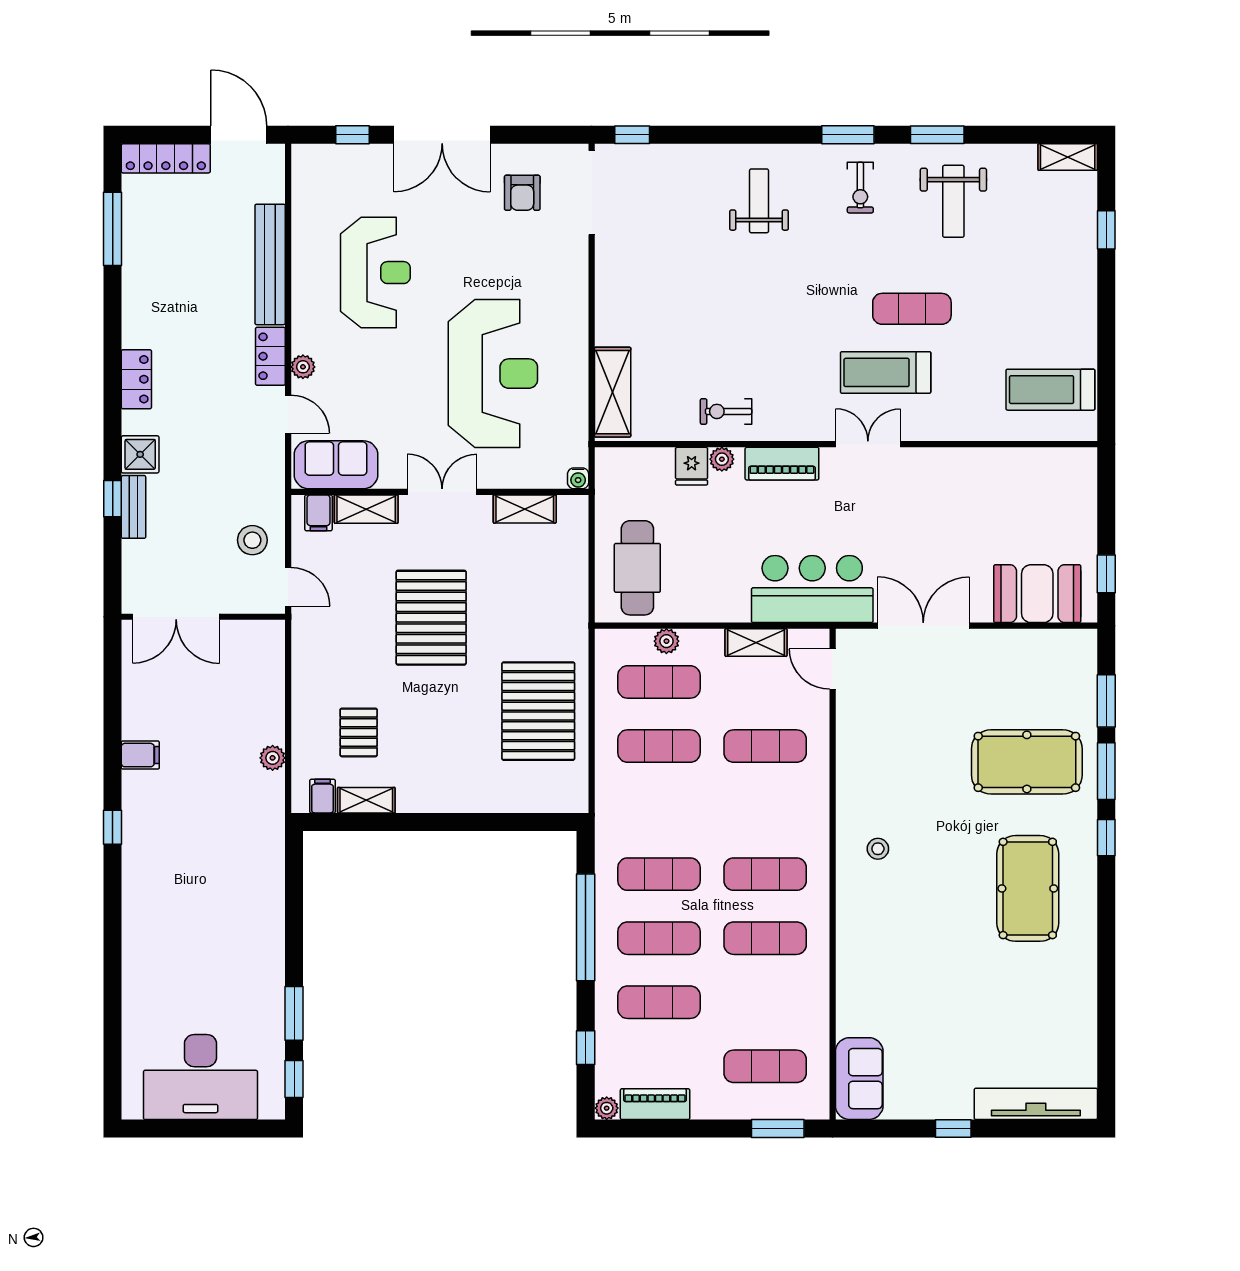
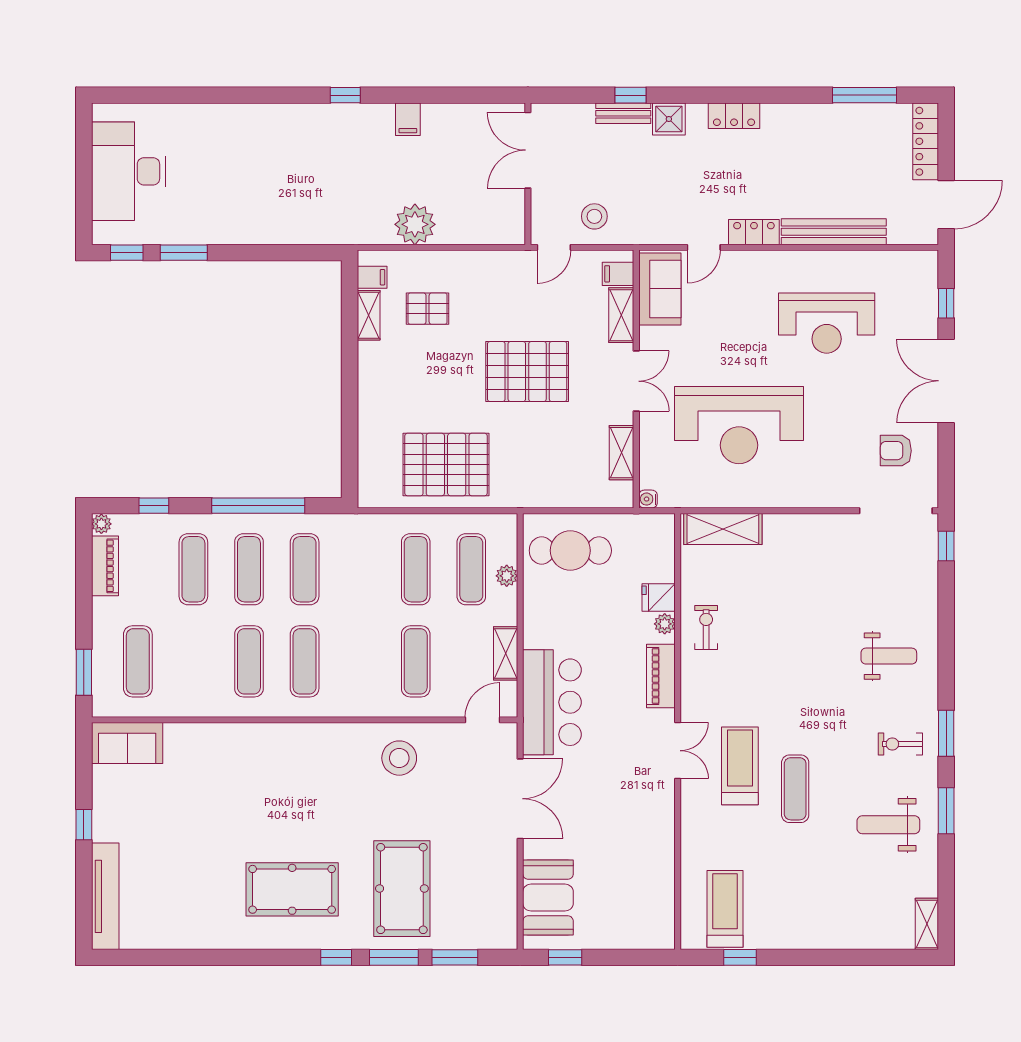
window: (1106, 230) -> (740, 957), moved
plant: (303, 367) -> (745, 260), removed
plant: (273, 758) -> (415, 224), width x1.88, depth x1.88
stool: (878, 849) -> (399, 758), moved, width x1.89, depth x1.89

